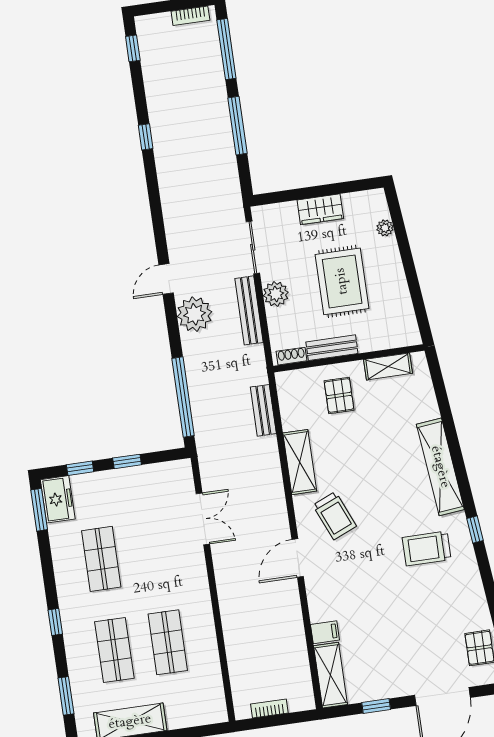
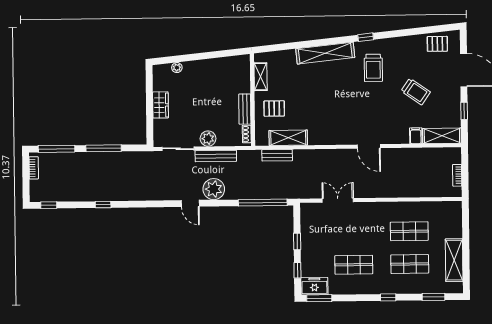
rug: (342, 281) -> (206, 98), removed
shelving: (300, 462) -> (288, 138), moved
trolley: (335, 516) -> (416, 91), moved, turned 58

